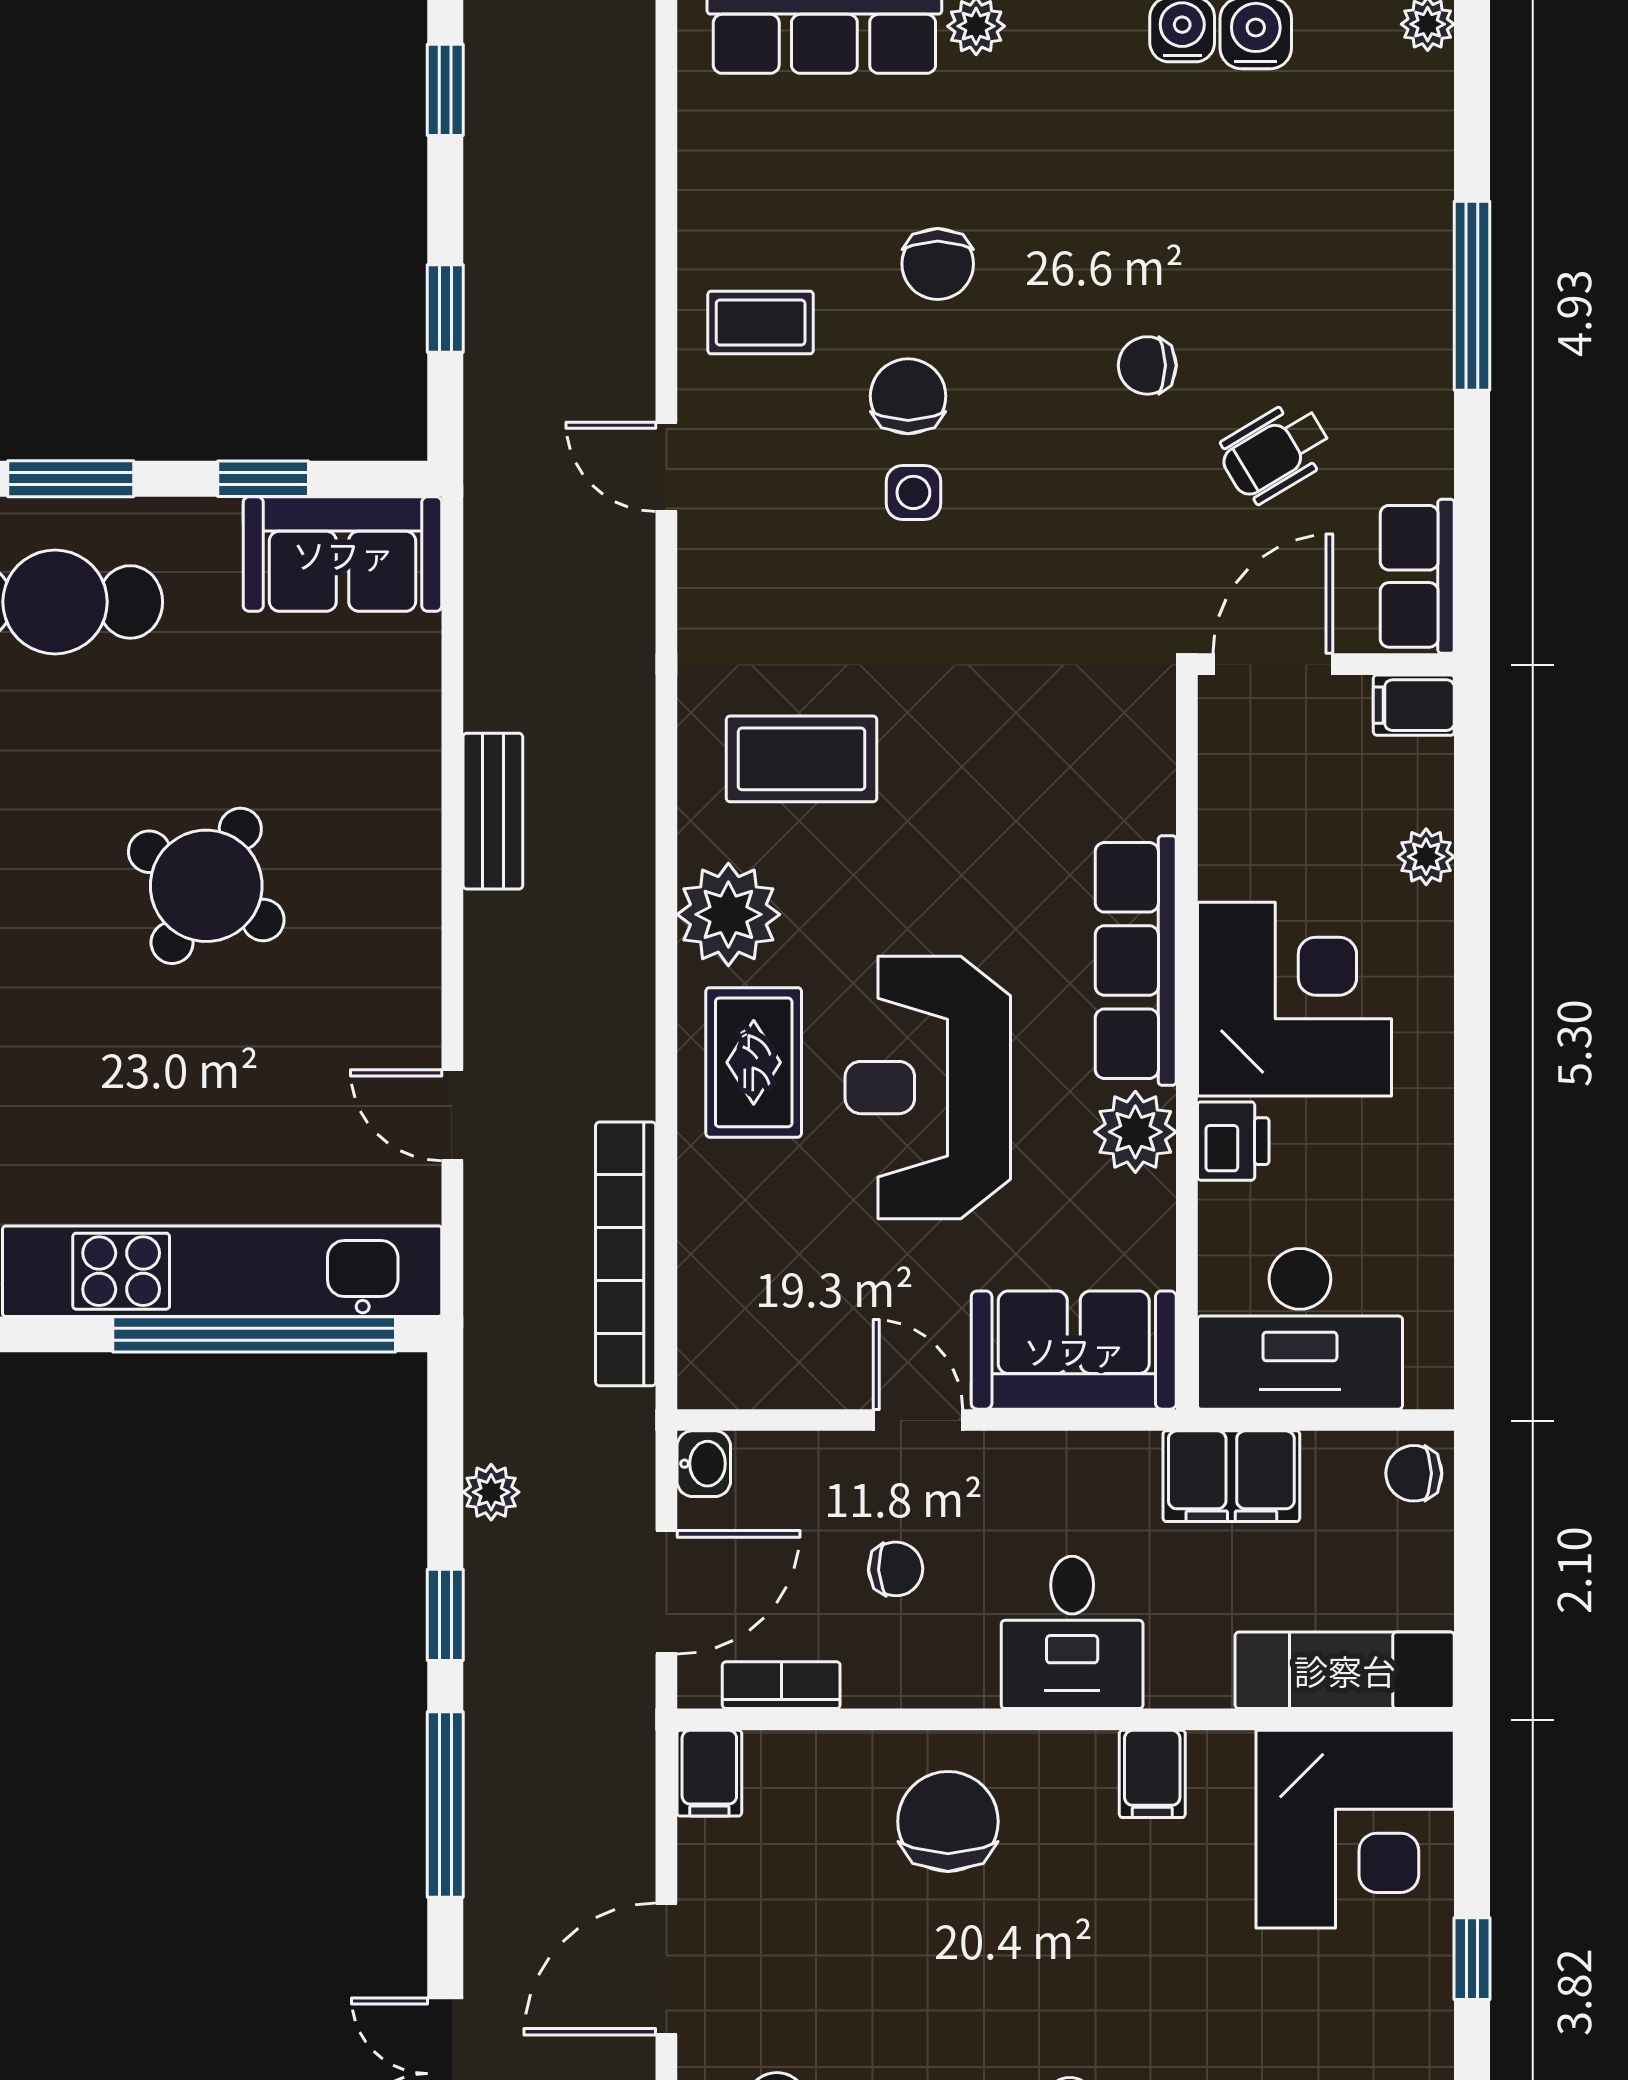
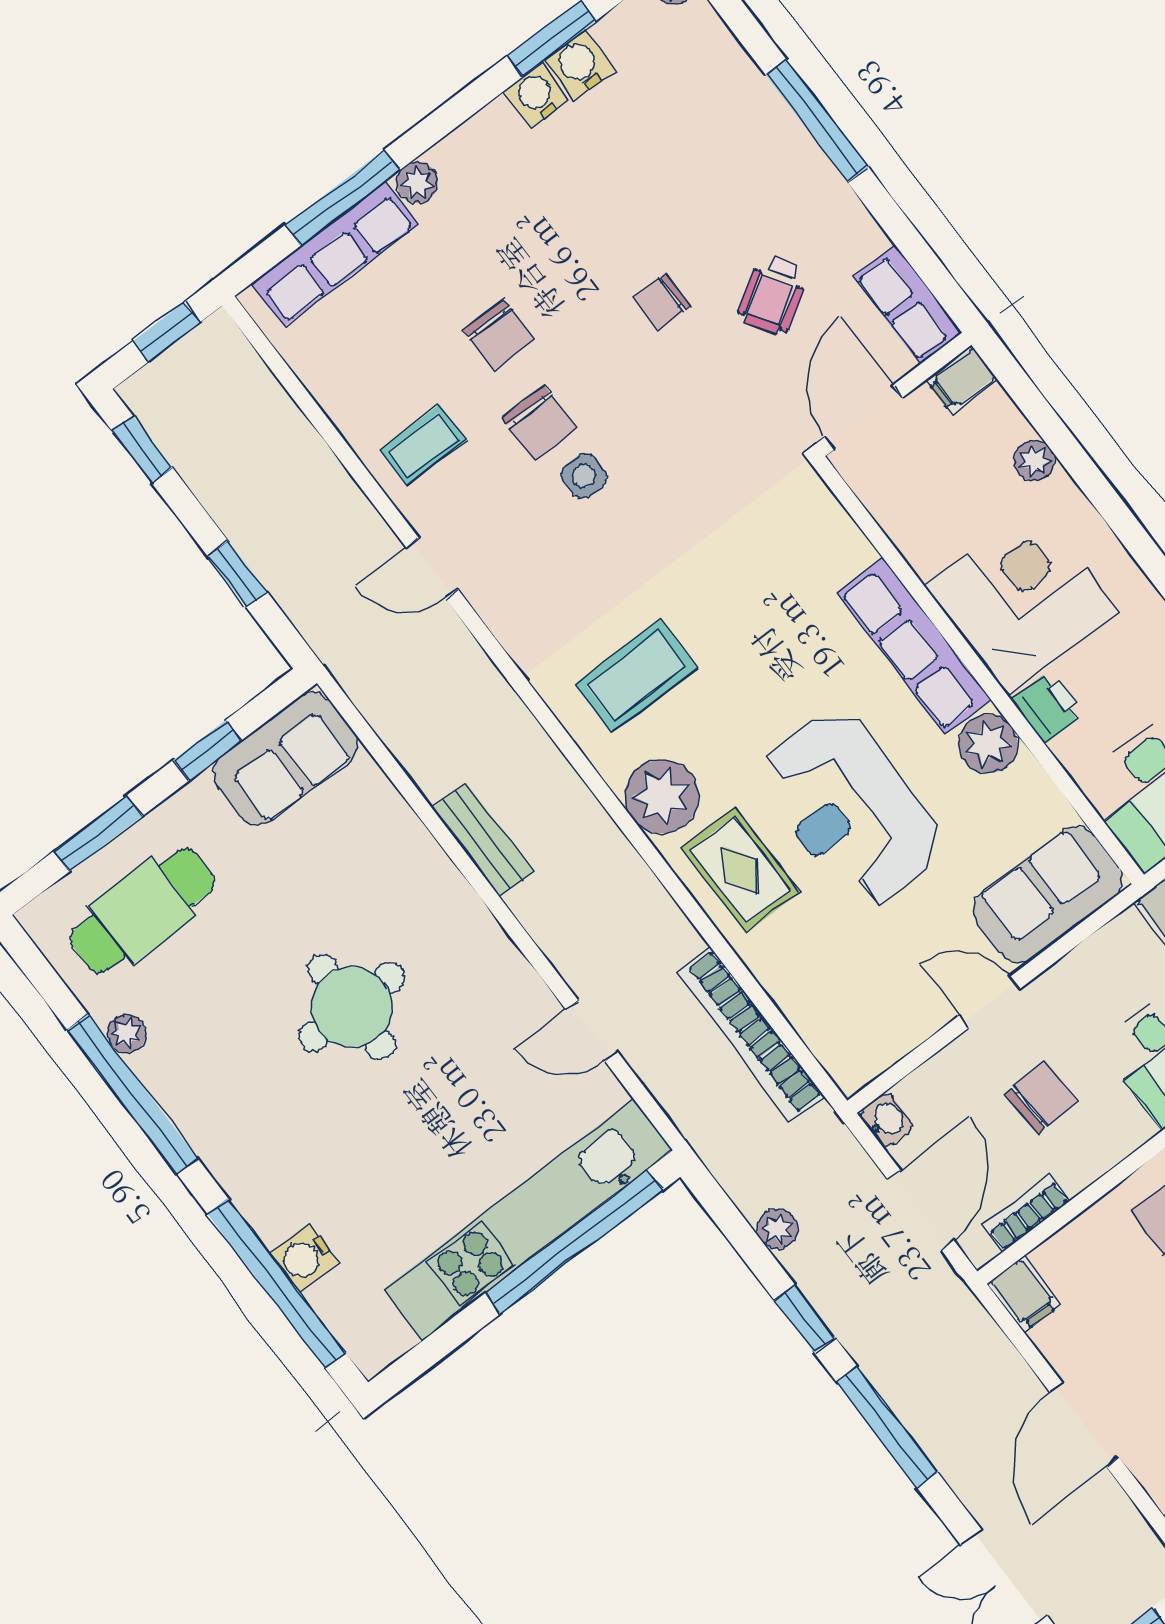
chair: (908, 396) -> (539, 423), turned 180
round table: (206, 886) -> (352, 1007), turned -31
chair: (896, 1569) -> (1041, 1097), width x1.37, depth x1.37

